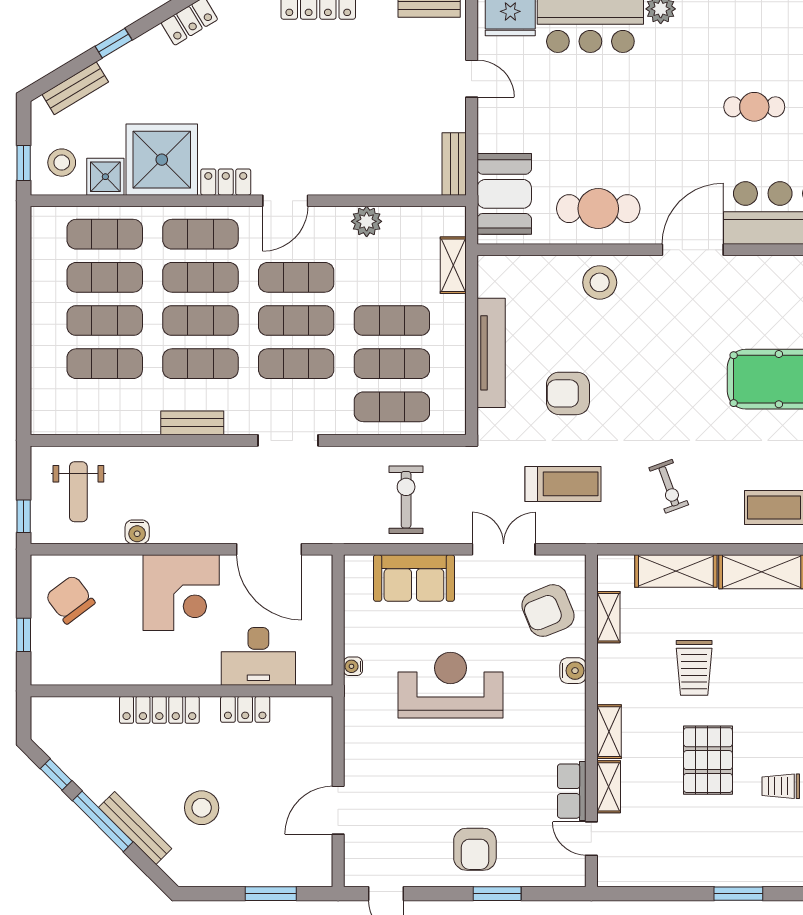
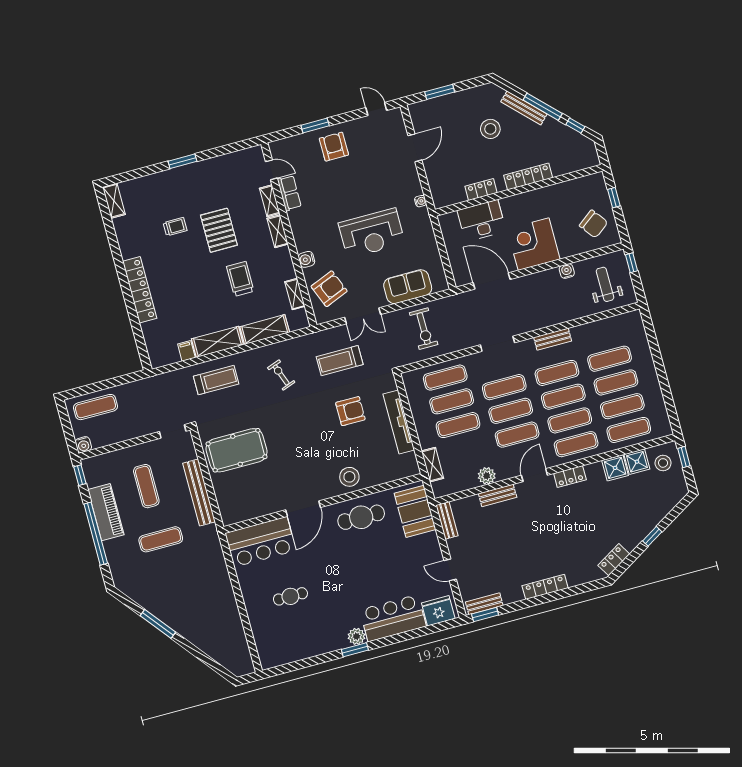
bench: (75, 88) -> (498, 495), moved, turned 31
shower: (162, 160) -> (615, 468), width x0.54, depth x0.54
water cooler: (353, 666) -> (421, 201), moved

